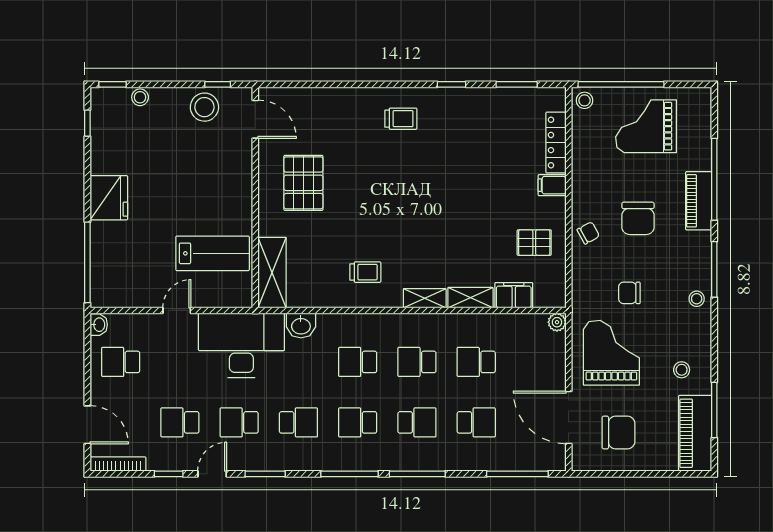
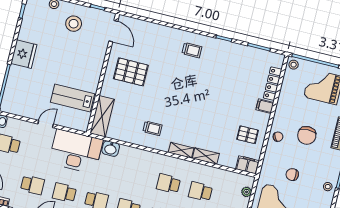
stool: (204, 107) -> (74, 24), moved
pallet: (303, 183) -> (131, 72), turned 90
lab bench: (213, 253) -> (72, 98), turned 180
filing cabinet: (514, 295) -> (248, 165), moved
plant: (557, 322) -> (247, 192), moved
school desk: (358, 362) -> (136, 176), removed
school desk: (180, 422) -> (32, 185), turned 180

